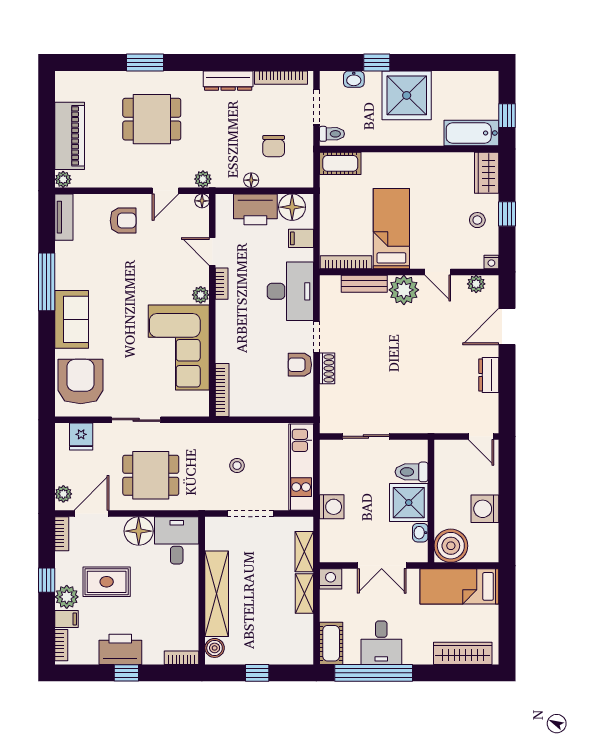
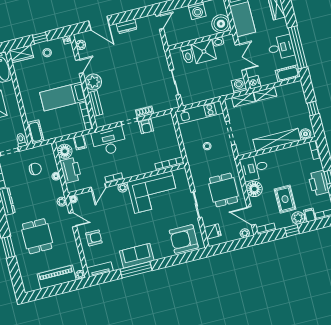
armchair: (123, 221) -> (94, 238), turned 90
sofa: (72, 319) -> (137, 256), moved
washing machine: (332, 507) -> (239, 85), moved

